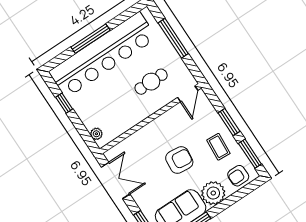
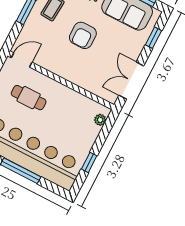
armchair: (179, 160) -> (83, 35), turned -96

